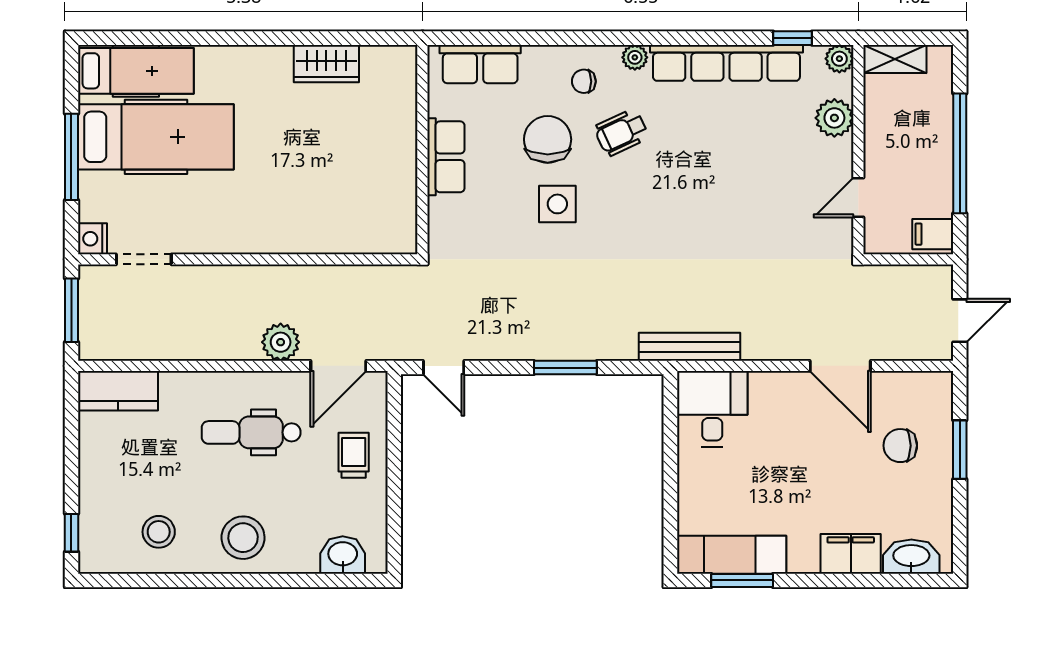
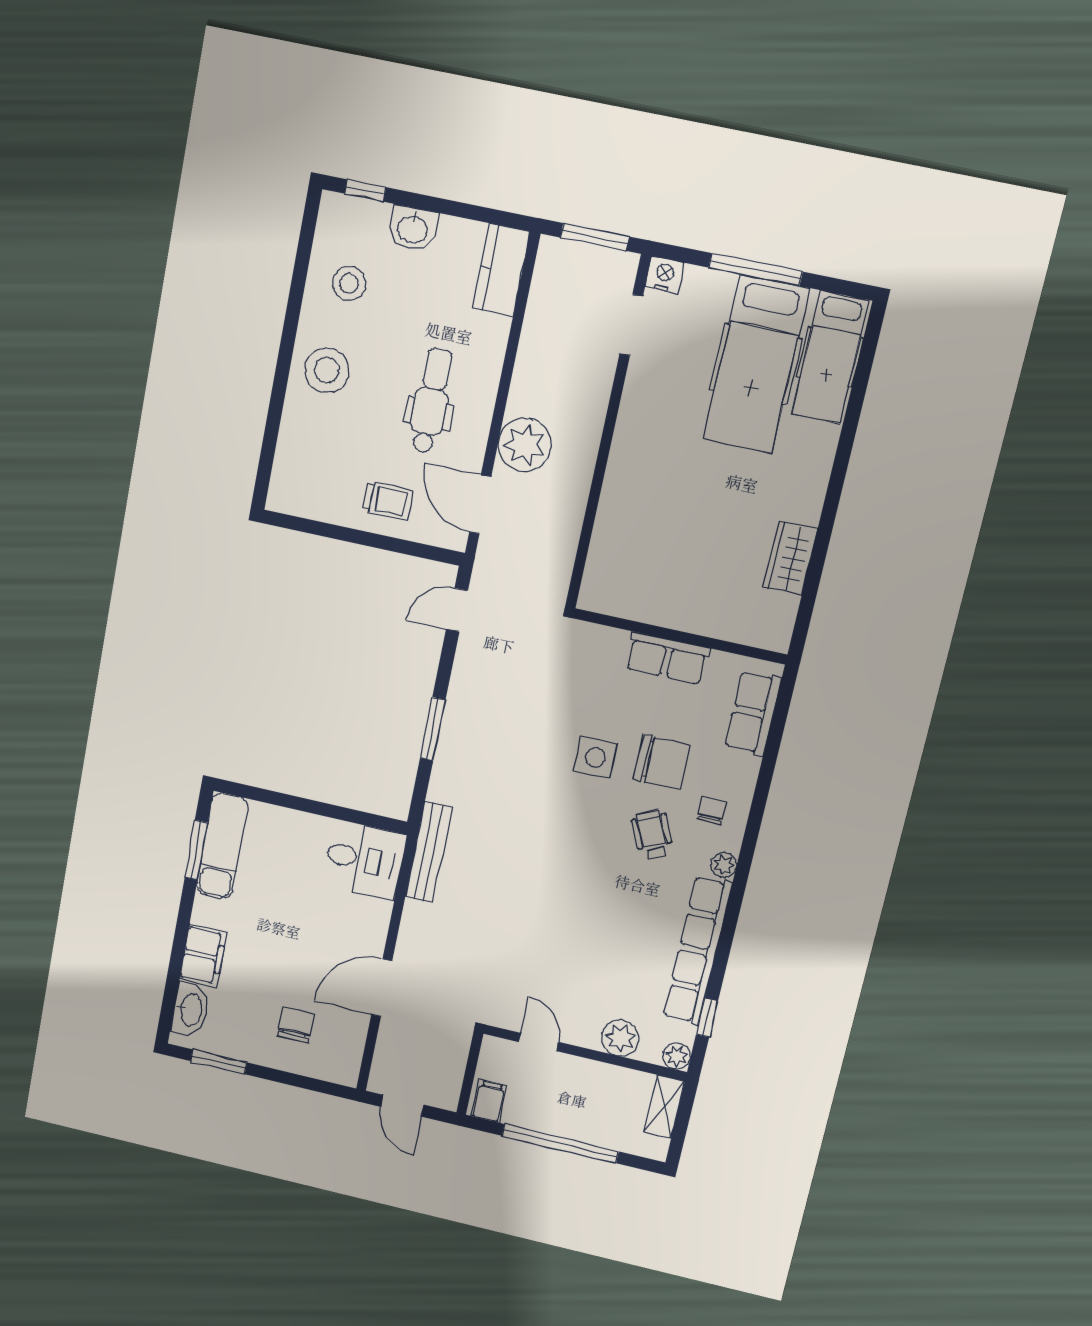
plant: (281, 342) -> (524, 445), width x1.36, depth x1.36
window: (960, 450) -> (219, 1062), moved
washbasin: (343, 555) -> (413, 228), moved, turned 90

